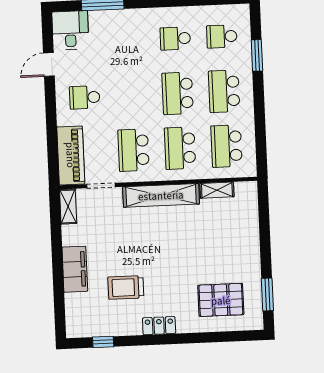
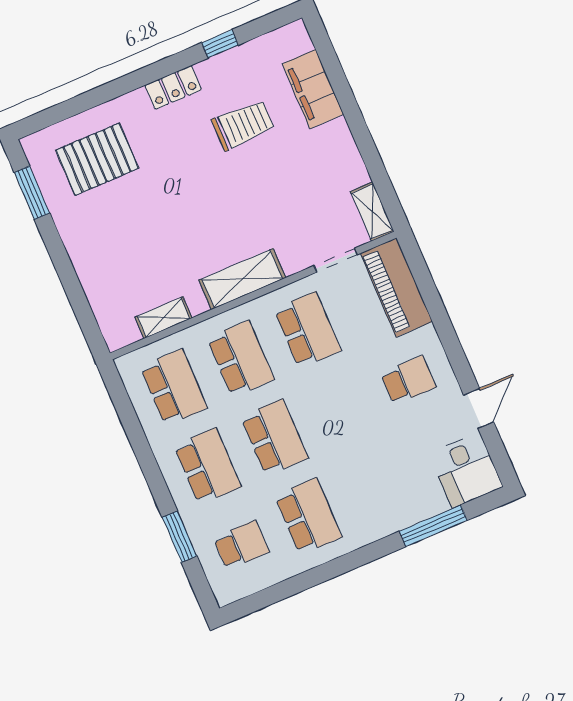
school desk: (175, 38) -> (308, 516), width x1.85
shelving: (161, 195) -> (242, 279), width x0.68
filing cabinet: (75, 269) -> (313, 89), moved
window: (103, 342) -> (220, 44), moved

